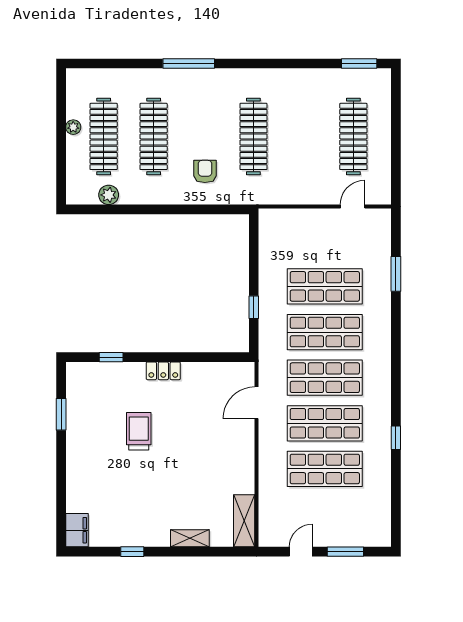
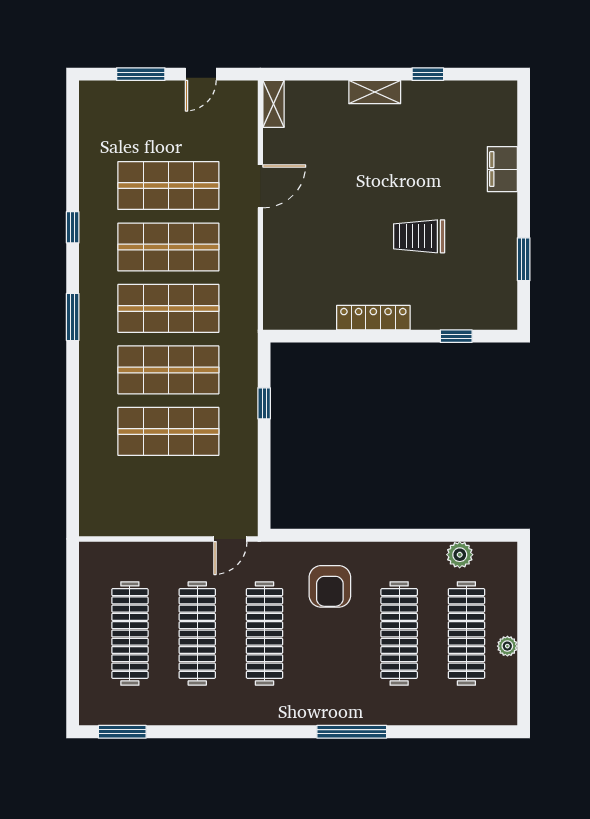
clothes rail: (303, 136) -> (197, 633), added
armchair: (205, 171) -> (330, 586), width x1.38, depth x1.38
door: (353, 207) -> (230, 539), moved
window: (396, 274) -> (73, 317), moved
locker: (163, 371) -> (373, 318), width x1.53
door: (257, 403) -> (260, 186), moved
trolley: (139, 431) -> (419, 236), turned 90
shelving: (244, 521) -> (273, 104), width x0.67, depth x0.75
filing cabinet: (77, 530) -> (502, 169), moved
shelving: (190, 538) -> (375, 92), moved

